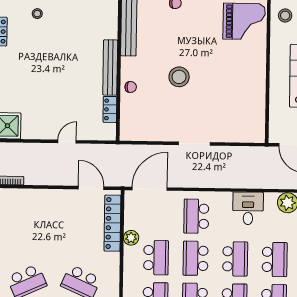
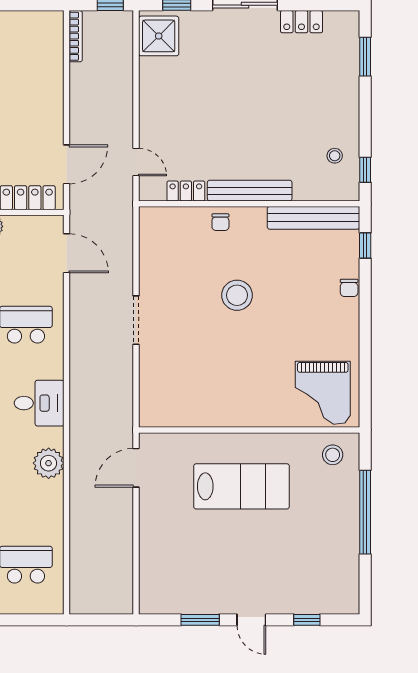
stool: (37, 14) -> (335, 156), moved
door: (67, 142) -> (136, 162), moved
door: (150, 189) -> (66, 253), width x0.73

